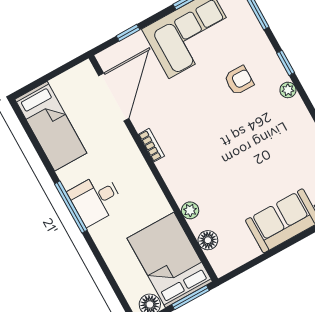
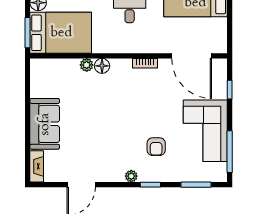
floor lamp: (208, 240) -> (102, 66), moved

